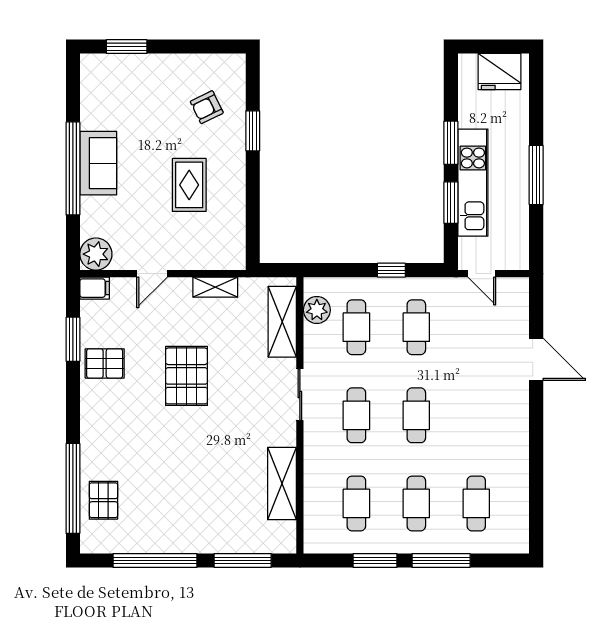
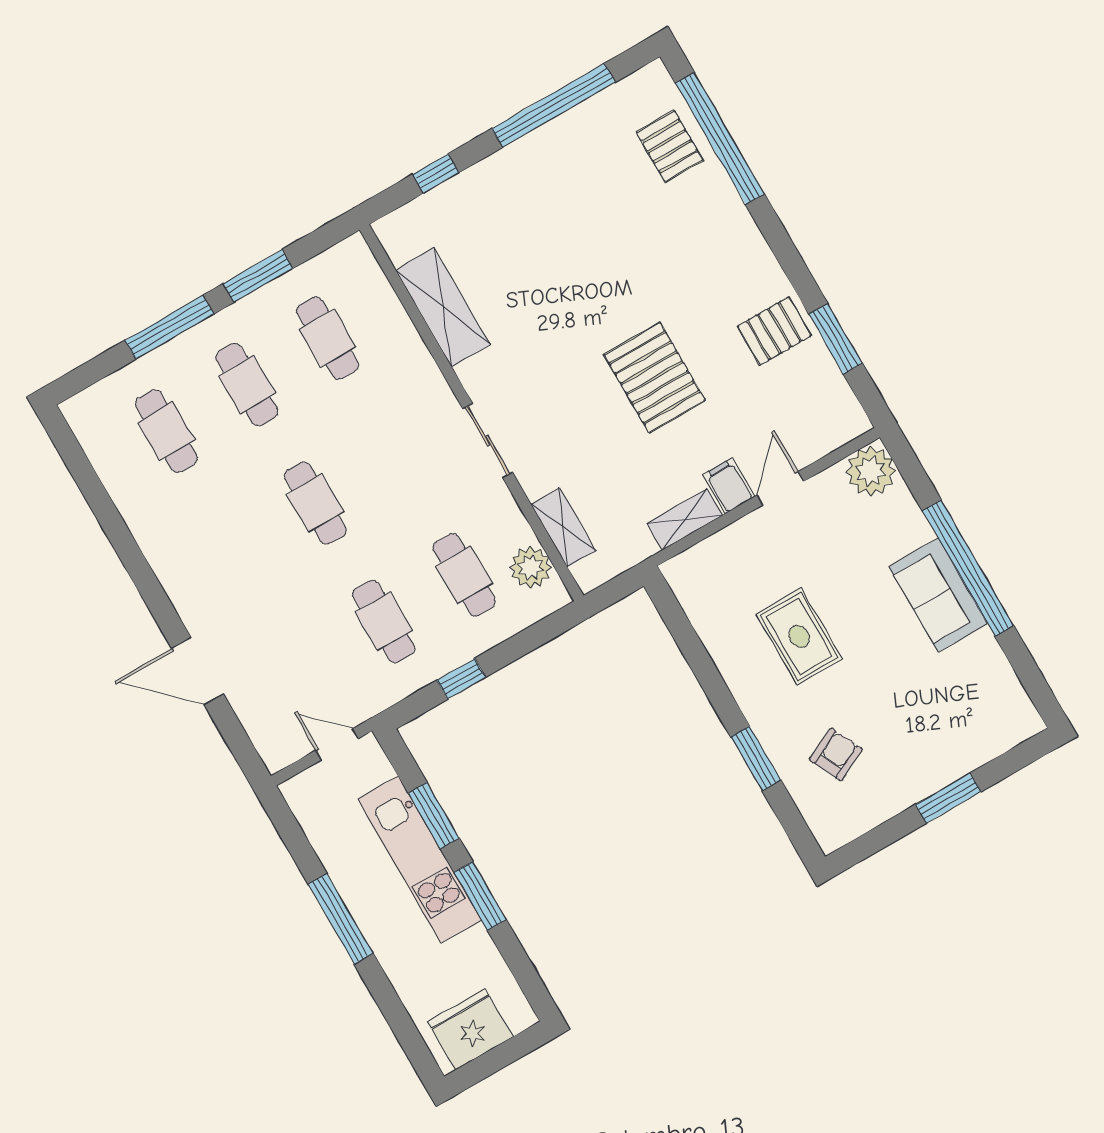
window: (127, 47) -> (948, 798), moved
filing cabinet: (95, 288) -> (729, 486), moved, turned 90
shelving: (282, 322) -> (563, 527), width x0.67, depth x0.75
cafe table: (356, 415) -> (396, 457), removed
window: (243, 561) -> (436, 173), width x0.46

